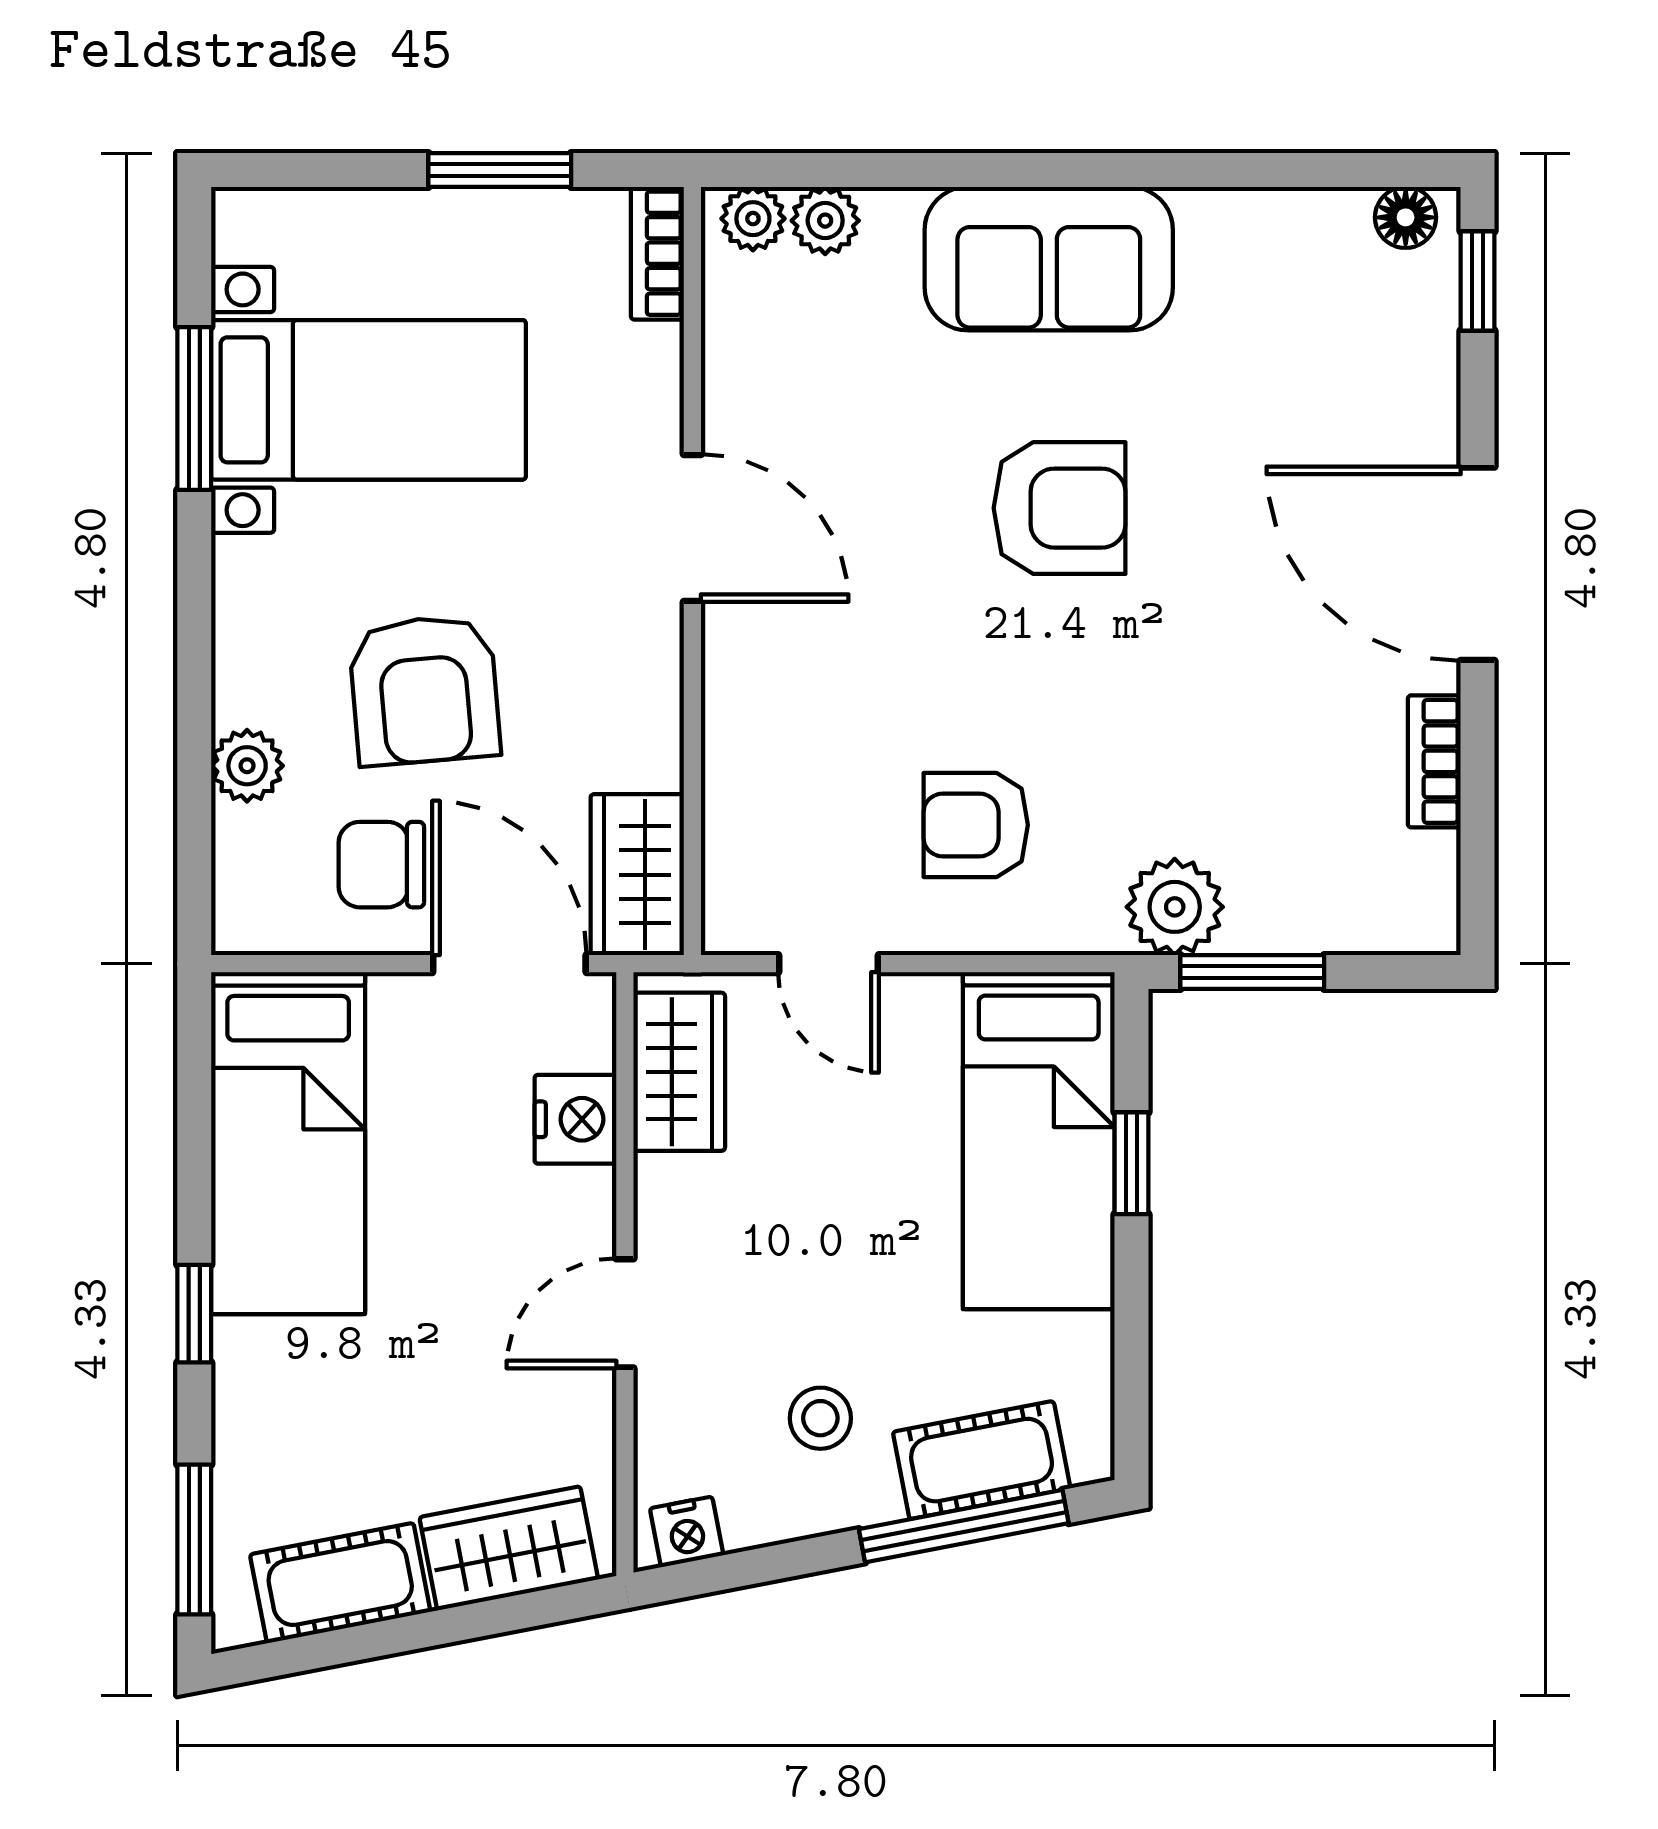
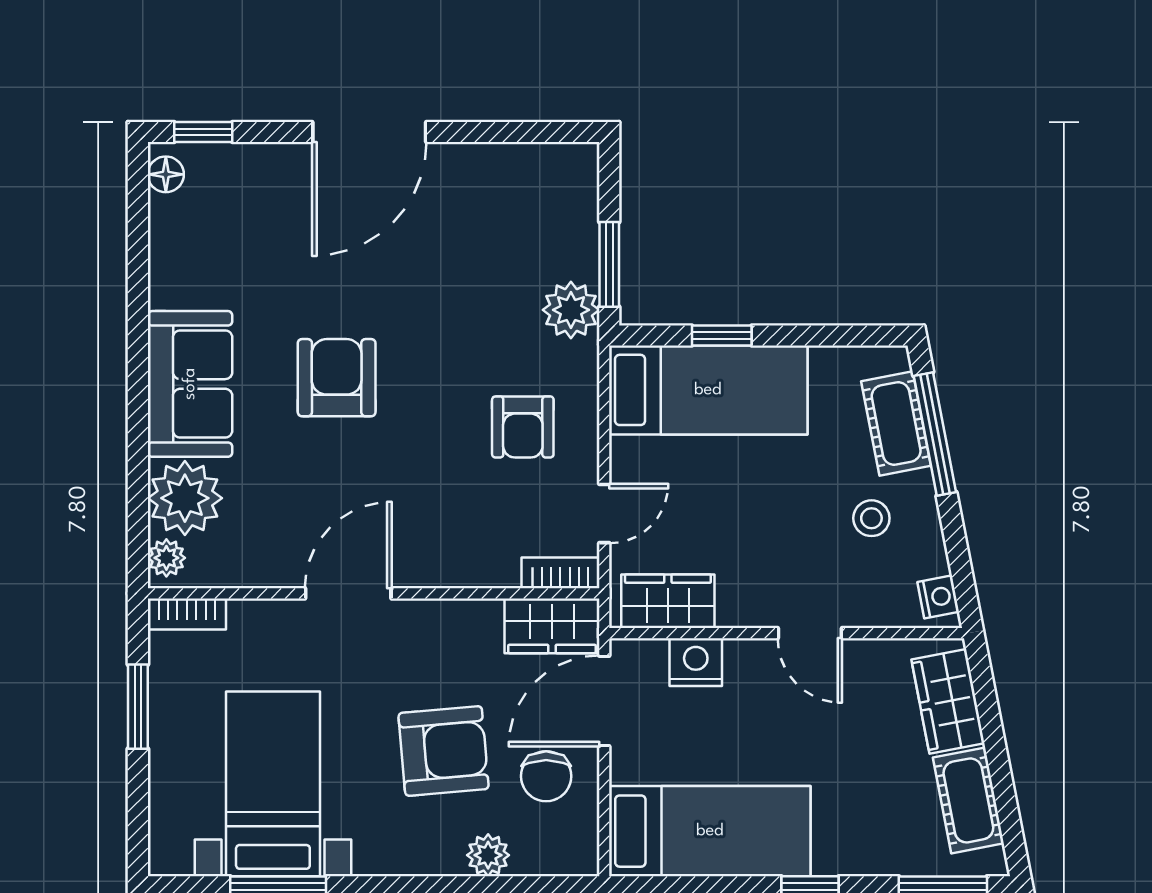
plant: (825, 221) -> (185, 498), width x1.87, depth x1.87
bookcase: (1434, 761) -> (560, 573), moved, turned 180

